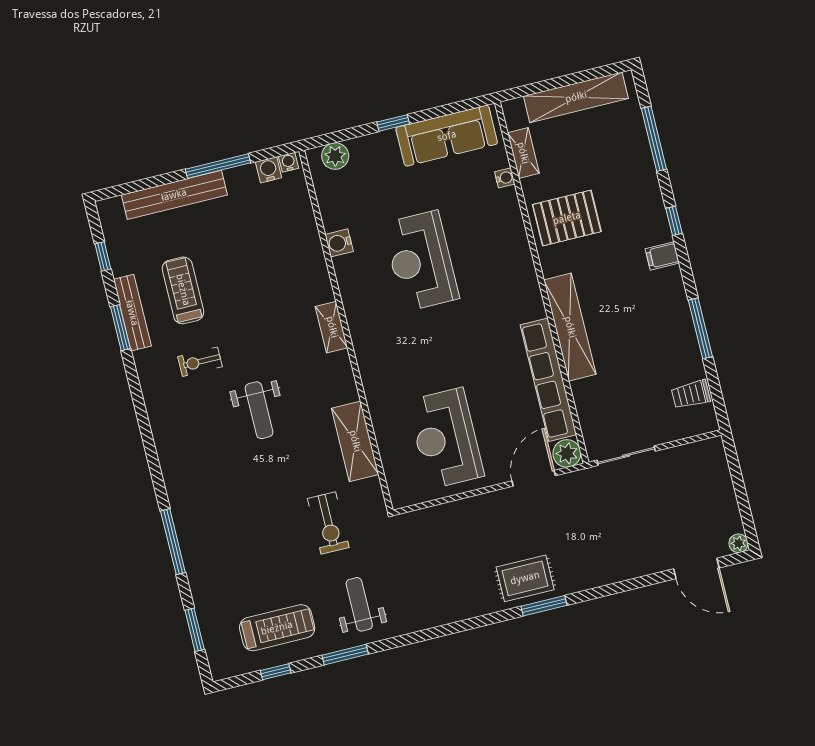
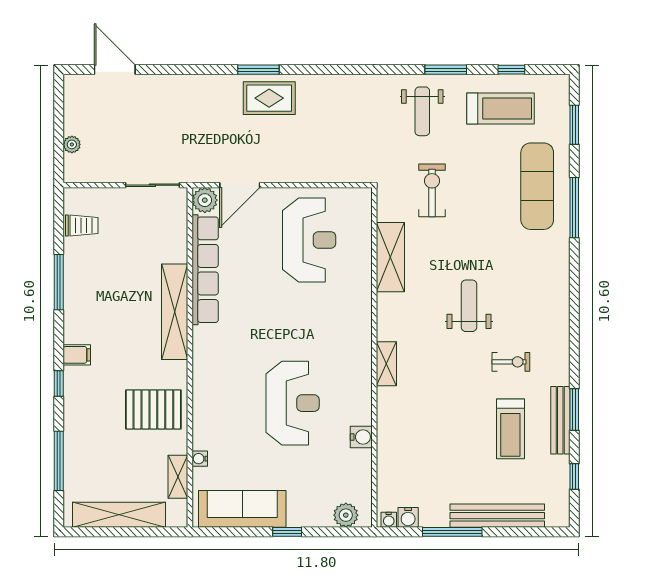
plant: (738, 543) -> (72, 144), moved
exercise mat: (218, 555) -> (537, 186), added
treadmill: (277, 628) -> (500, 108), turned 180

